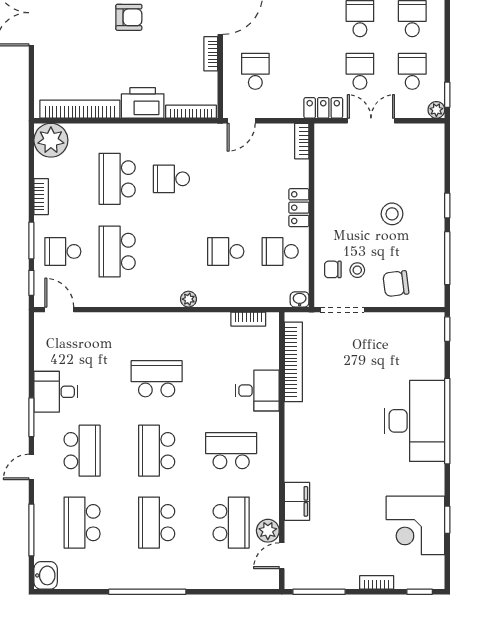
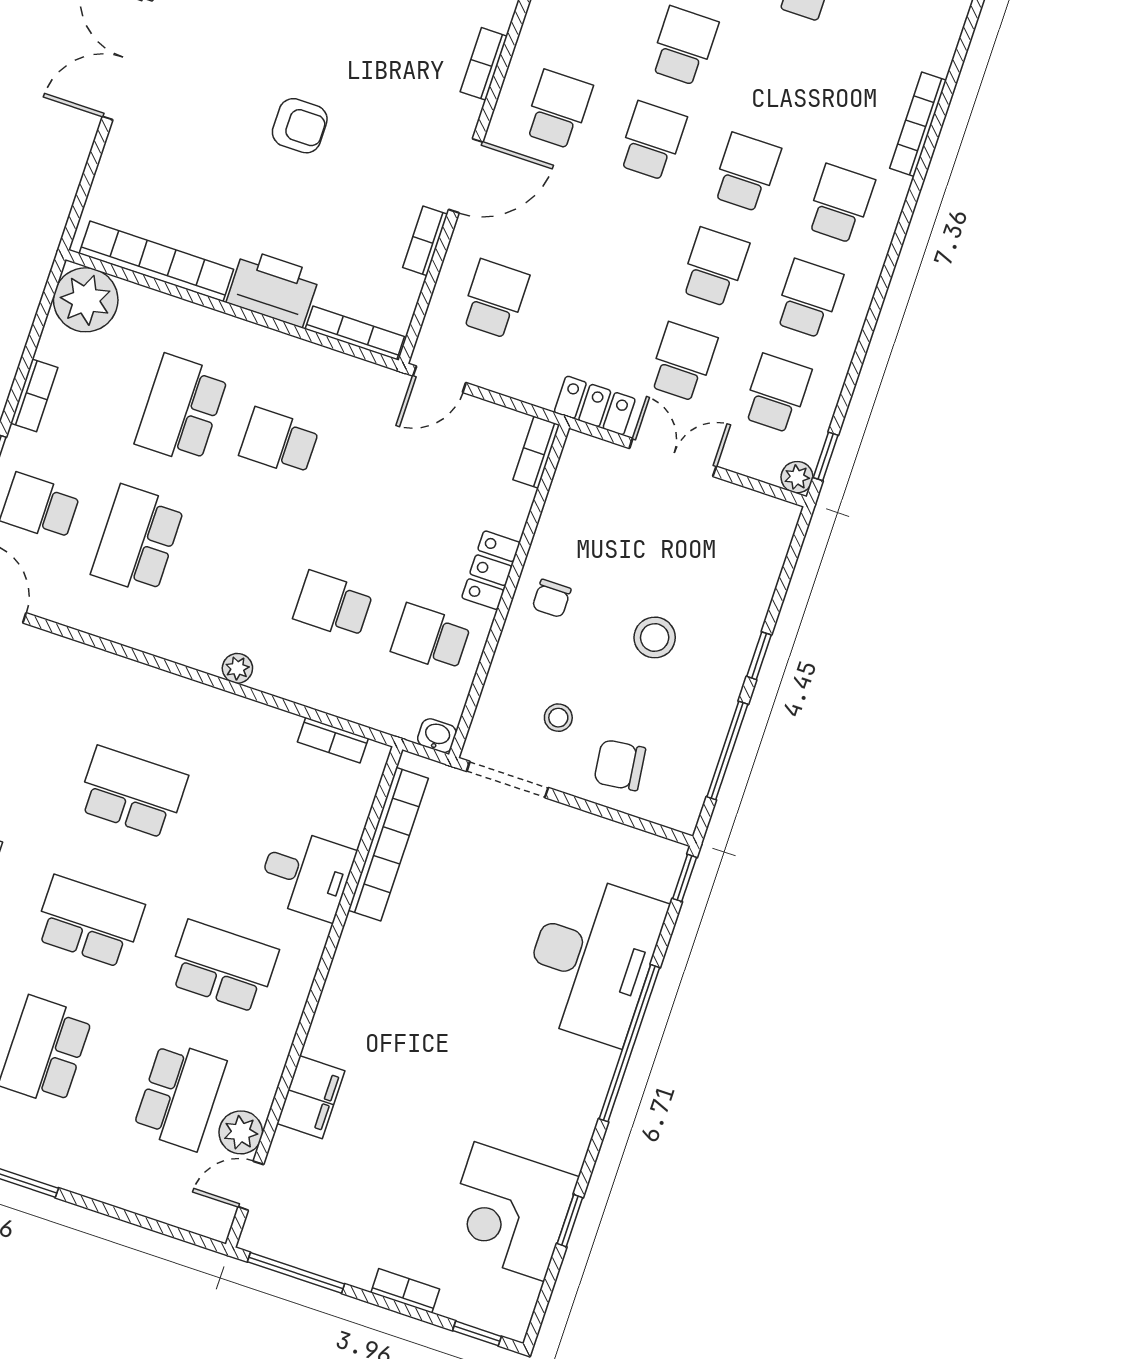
chair: (333, 269) -> (552, 598), moved, turned -90
desk: (414, 421) -> (592, 959), moved
school desk: (157, 451) -> (89, 922), turned 90

